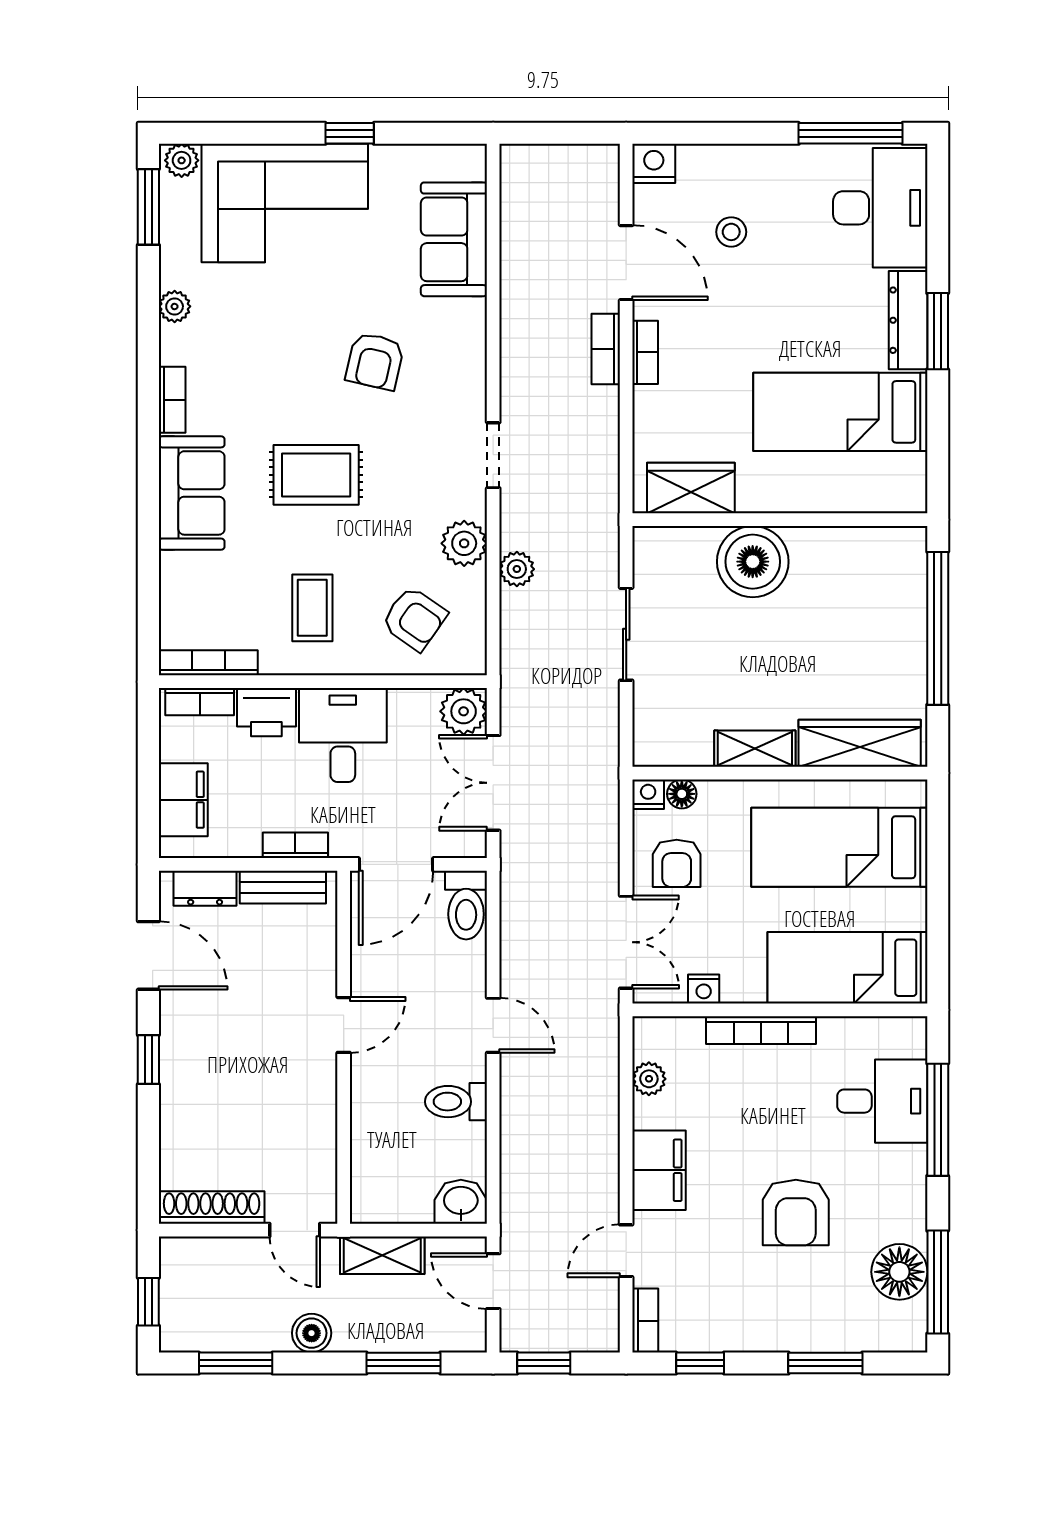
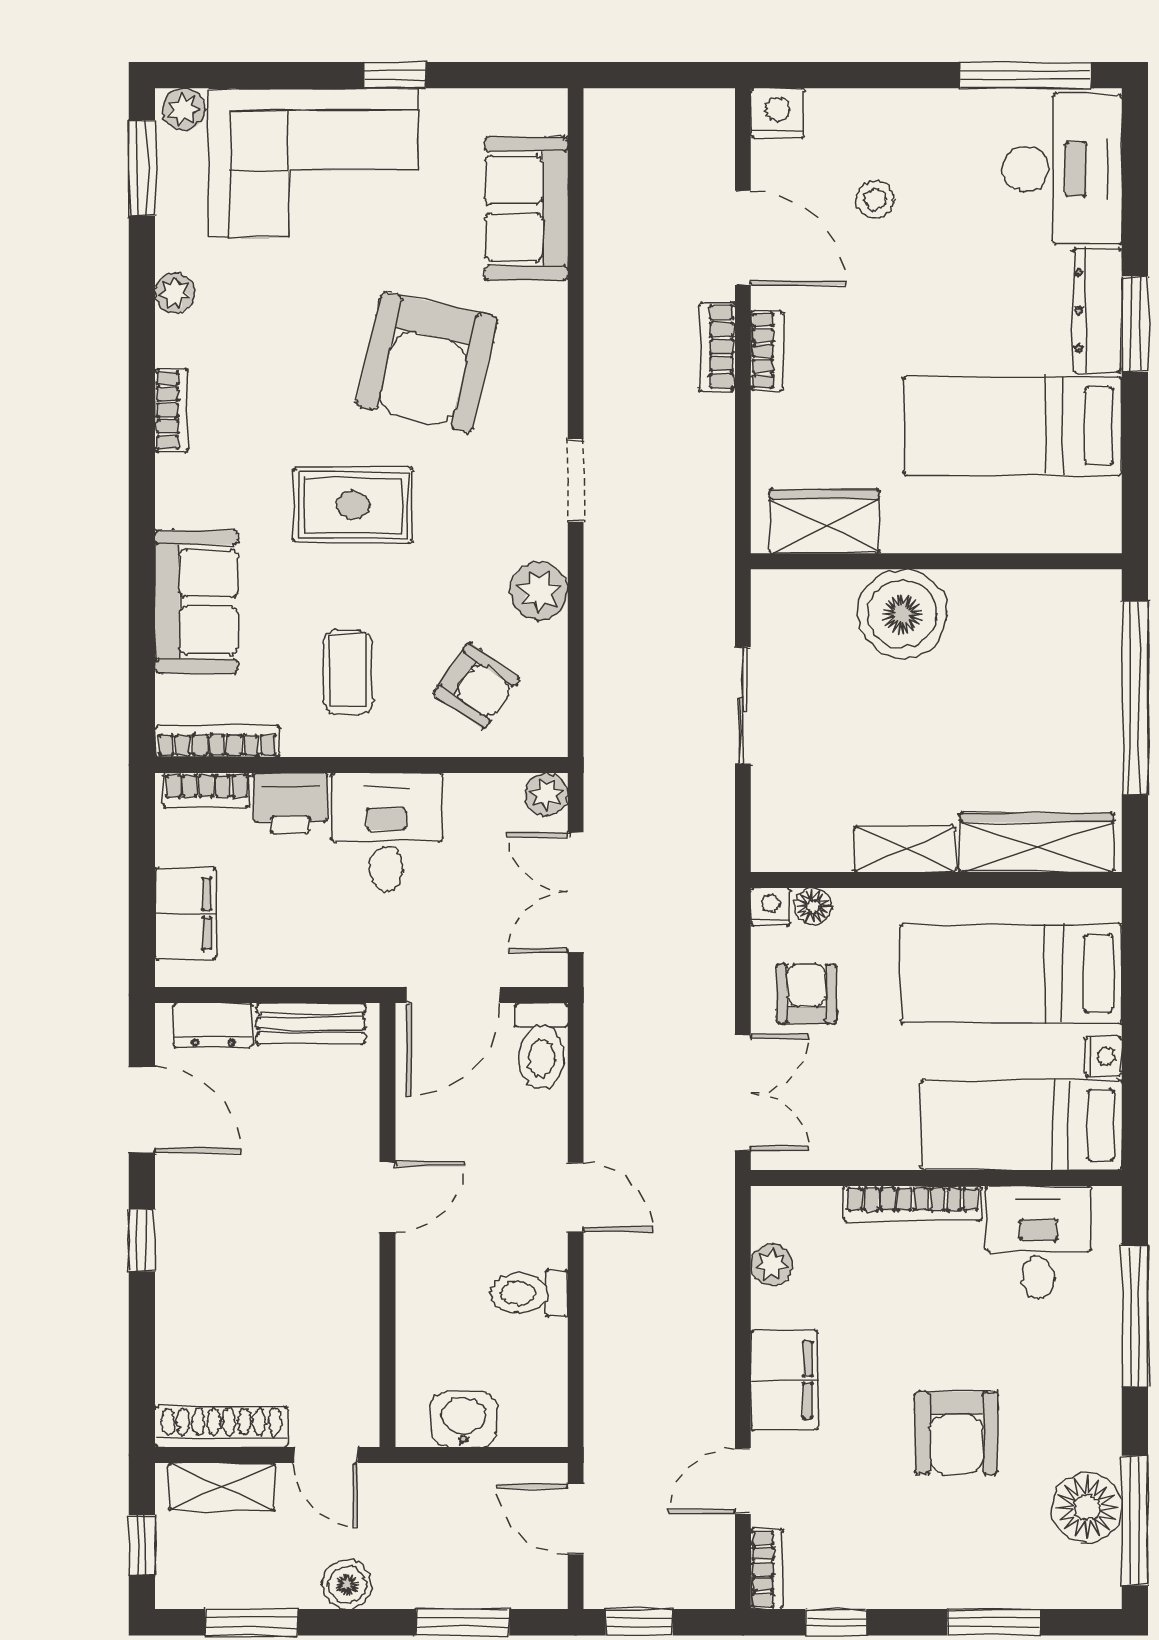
armchair: (375, 361) -> (427, 362), width x1.88, depth x1.88
sofa: (192, 493) -> (196, 602), moved
plant: (517, 569) -> (605, 623), removed
plant: (464, 711) -> (546, 794), width x0.73, depth x0.73
bookcase: (295, 845) -> (327, 971), removed
armchair: (677, 863) -> (806, 994), turned 180
nightstand: (704, 989) -> (1103, 1056), moved, turned -90
desk: (882, 1101) -> (1038, 1242), moved, turned -90
washbasin: (461, 1202) -> (463, 1419), moved
shelving: (382, 1255) -> (221, 1487), moved

